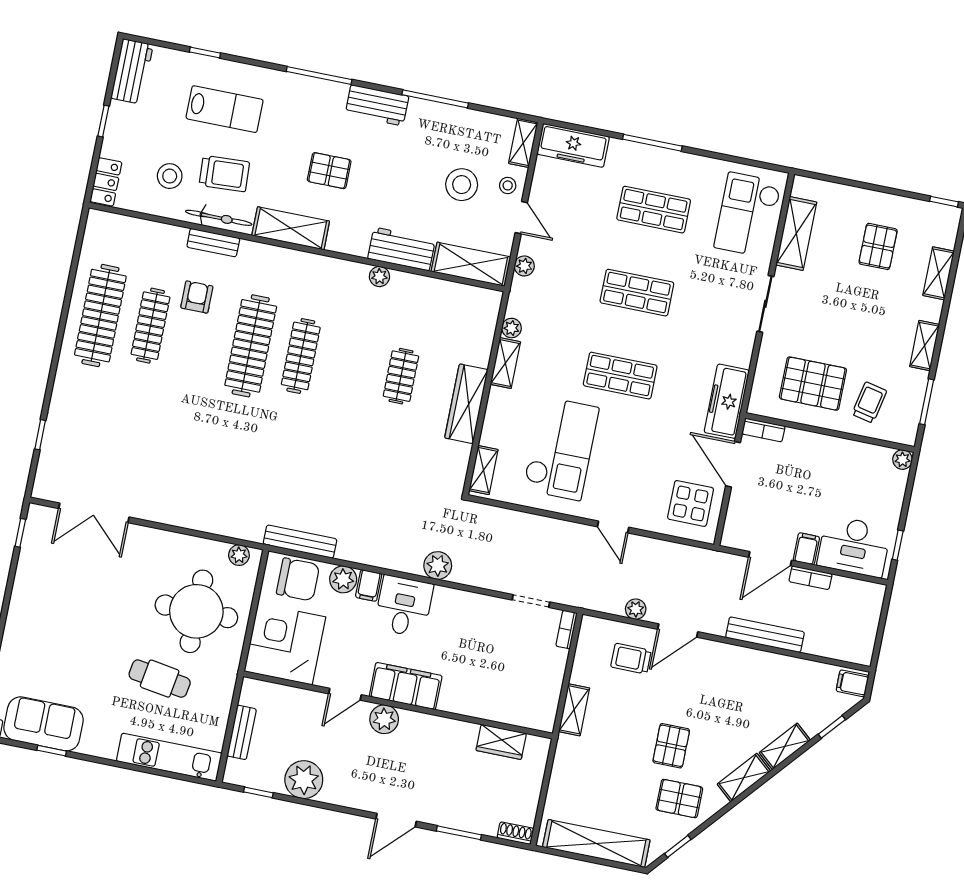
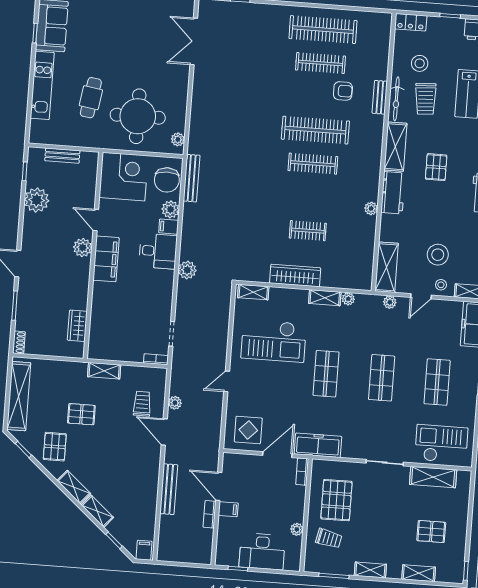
workbench: (401, 249) -> (393, 193), moved
plant: (902, 460) -> (297, 529), moved
desk: (854, 546) -> (262, 551), moved, turned -90
pallet: (671, 746) -> (81, 414), moved
kitchen unit: (169, 757) -> (42, 85), moved

